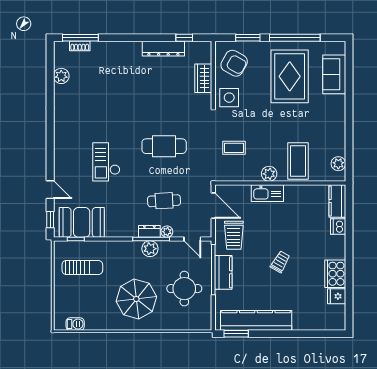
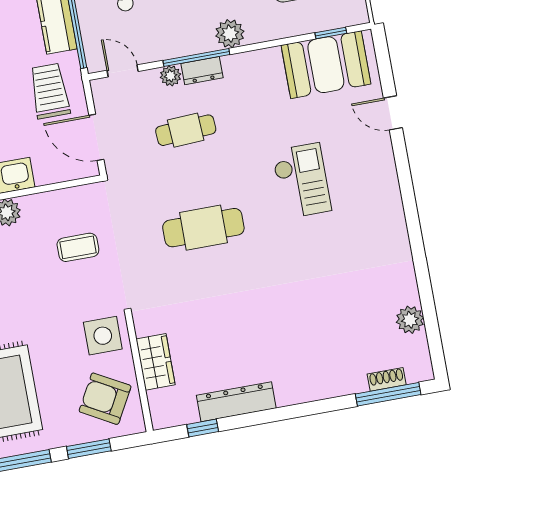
window: (50, 220) -> (383, 59), removed
plant: (150, 249) -> (230, 34), moved

